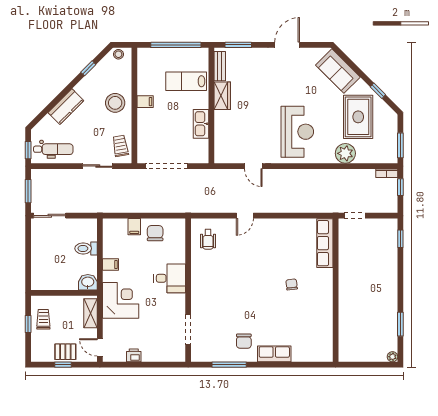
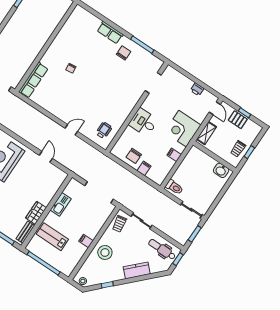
lab bench: (186, 81) -> (52, 237), turned 180
toilet: (86, 248) -> (174, 187), moved
washbasin: (88, 282) -> (221, 170), moved

